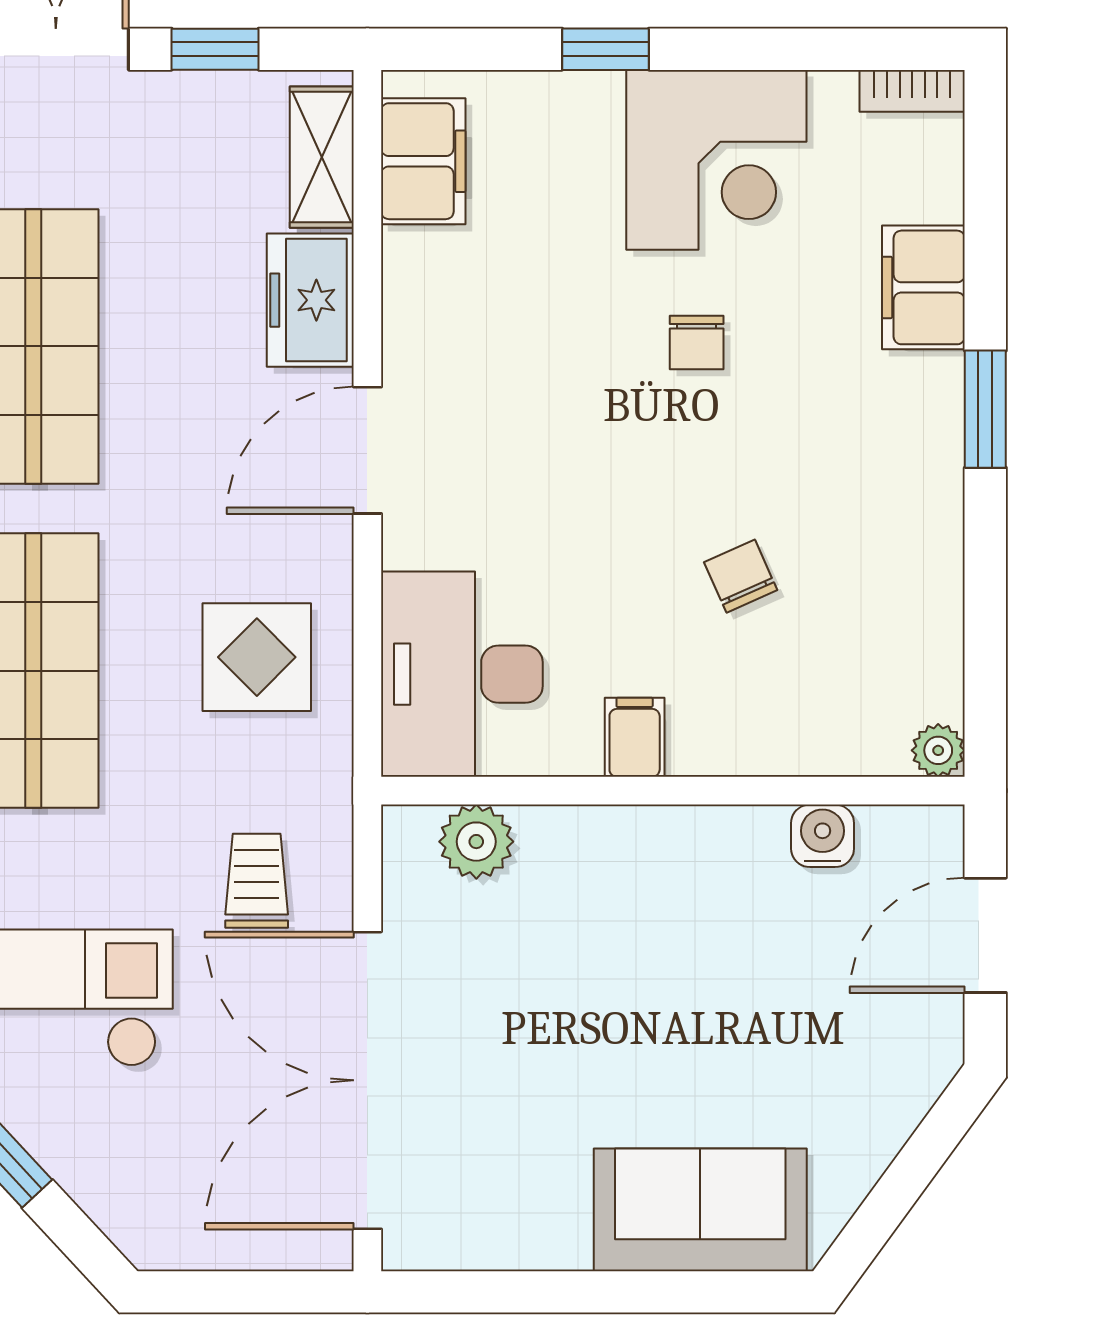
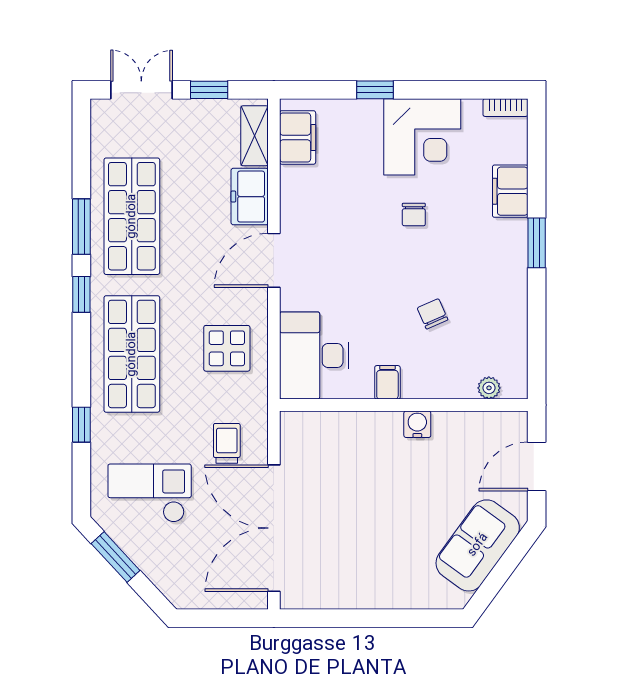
plant: (938, 750) -> (489, 388), moved
water cooler: (823, 836) -> (417, 424), moved
plant: (476, 842) -> (320, 427), removed
sofa: (700, 1210) -> (478, 545), moved, turned -54

